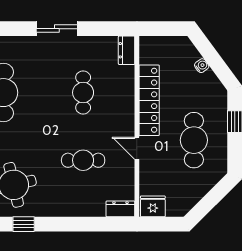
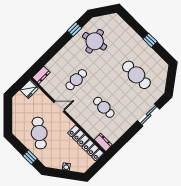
sliding door: (57, 29) -> (149, 115), moved
locker: (149, 100) -> (86, 143), moved
cafe table: (194, 140) -> (39, 133), turned 37

